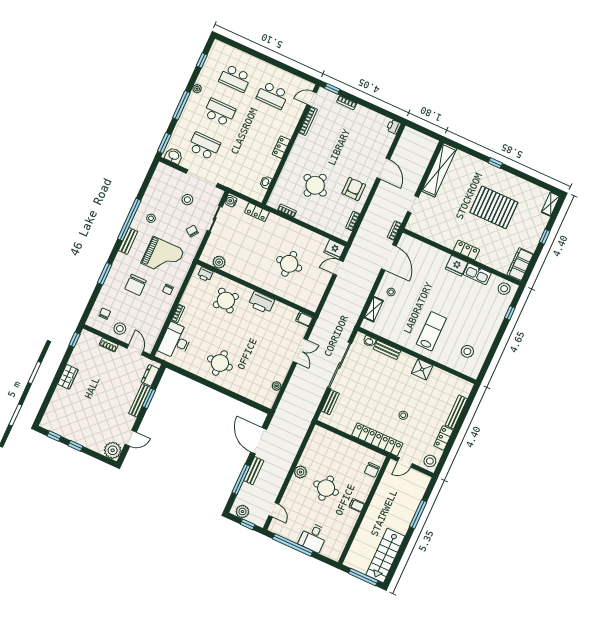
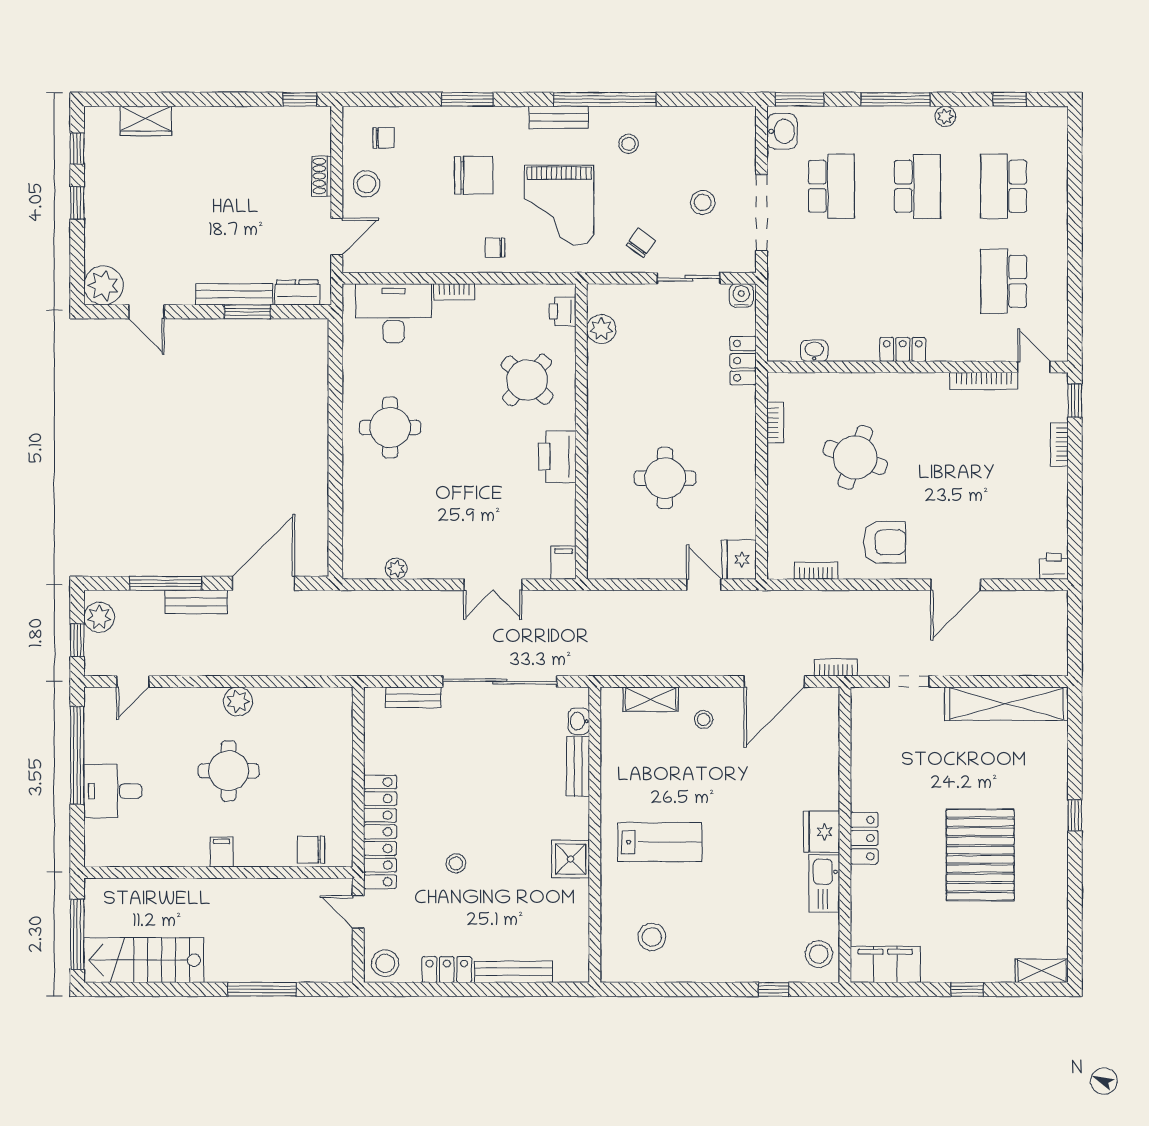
chair: (136, 285) -> (474, 175), turned 180
wardrobe: (68, 377) -> (146, 121), moved

